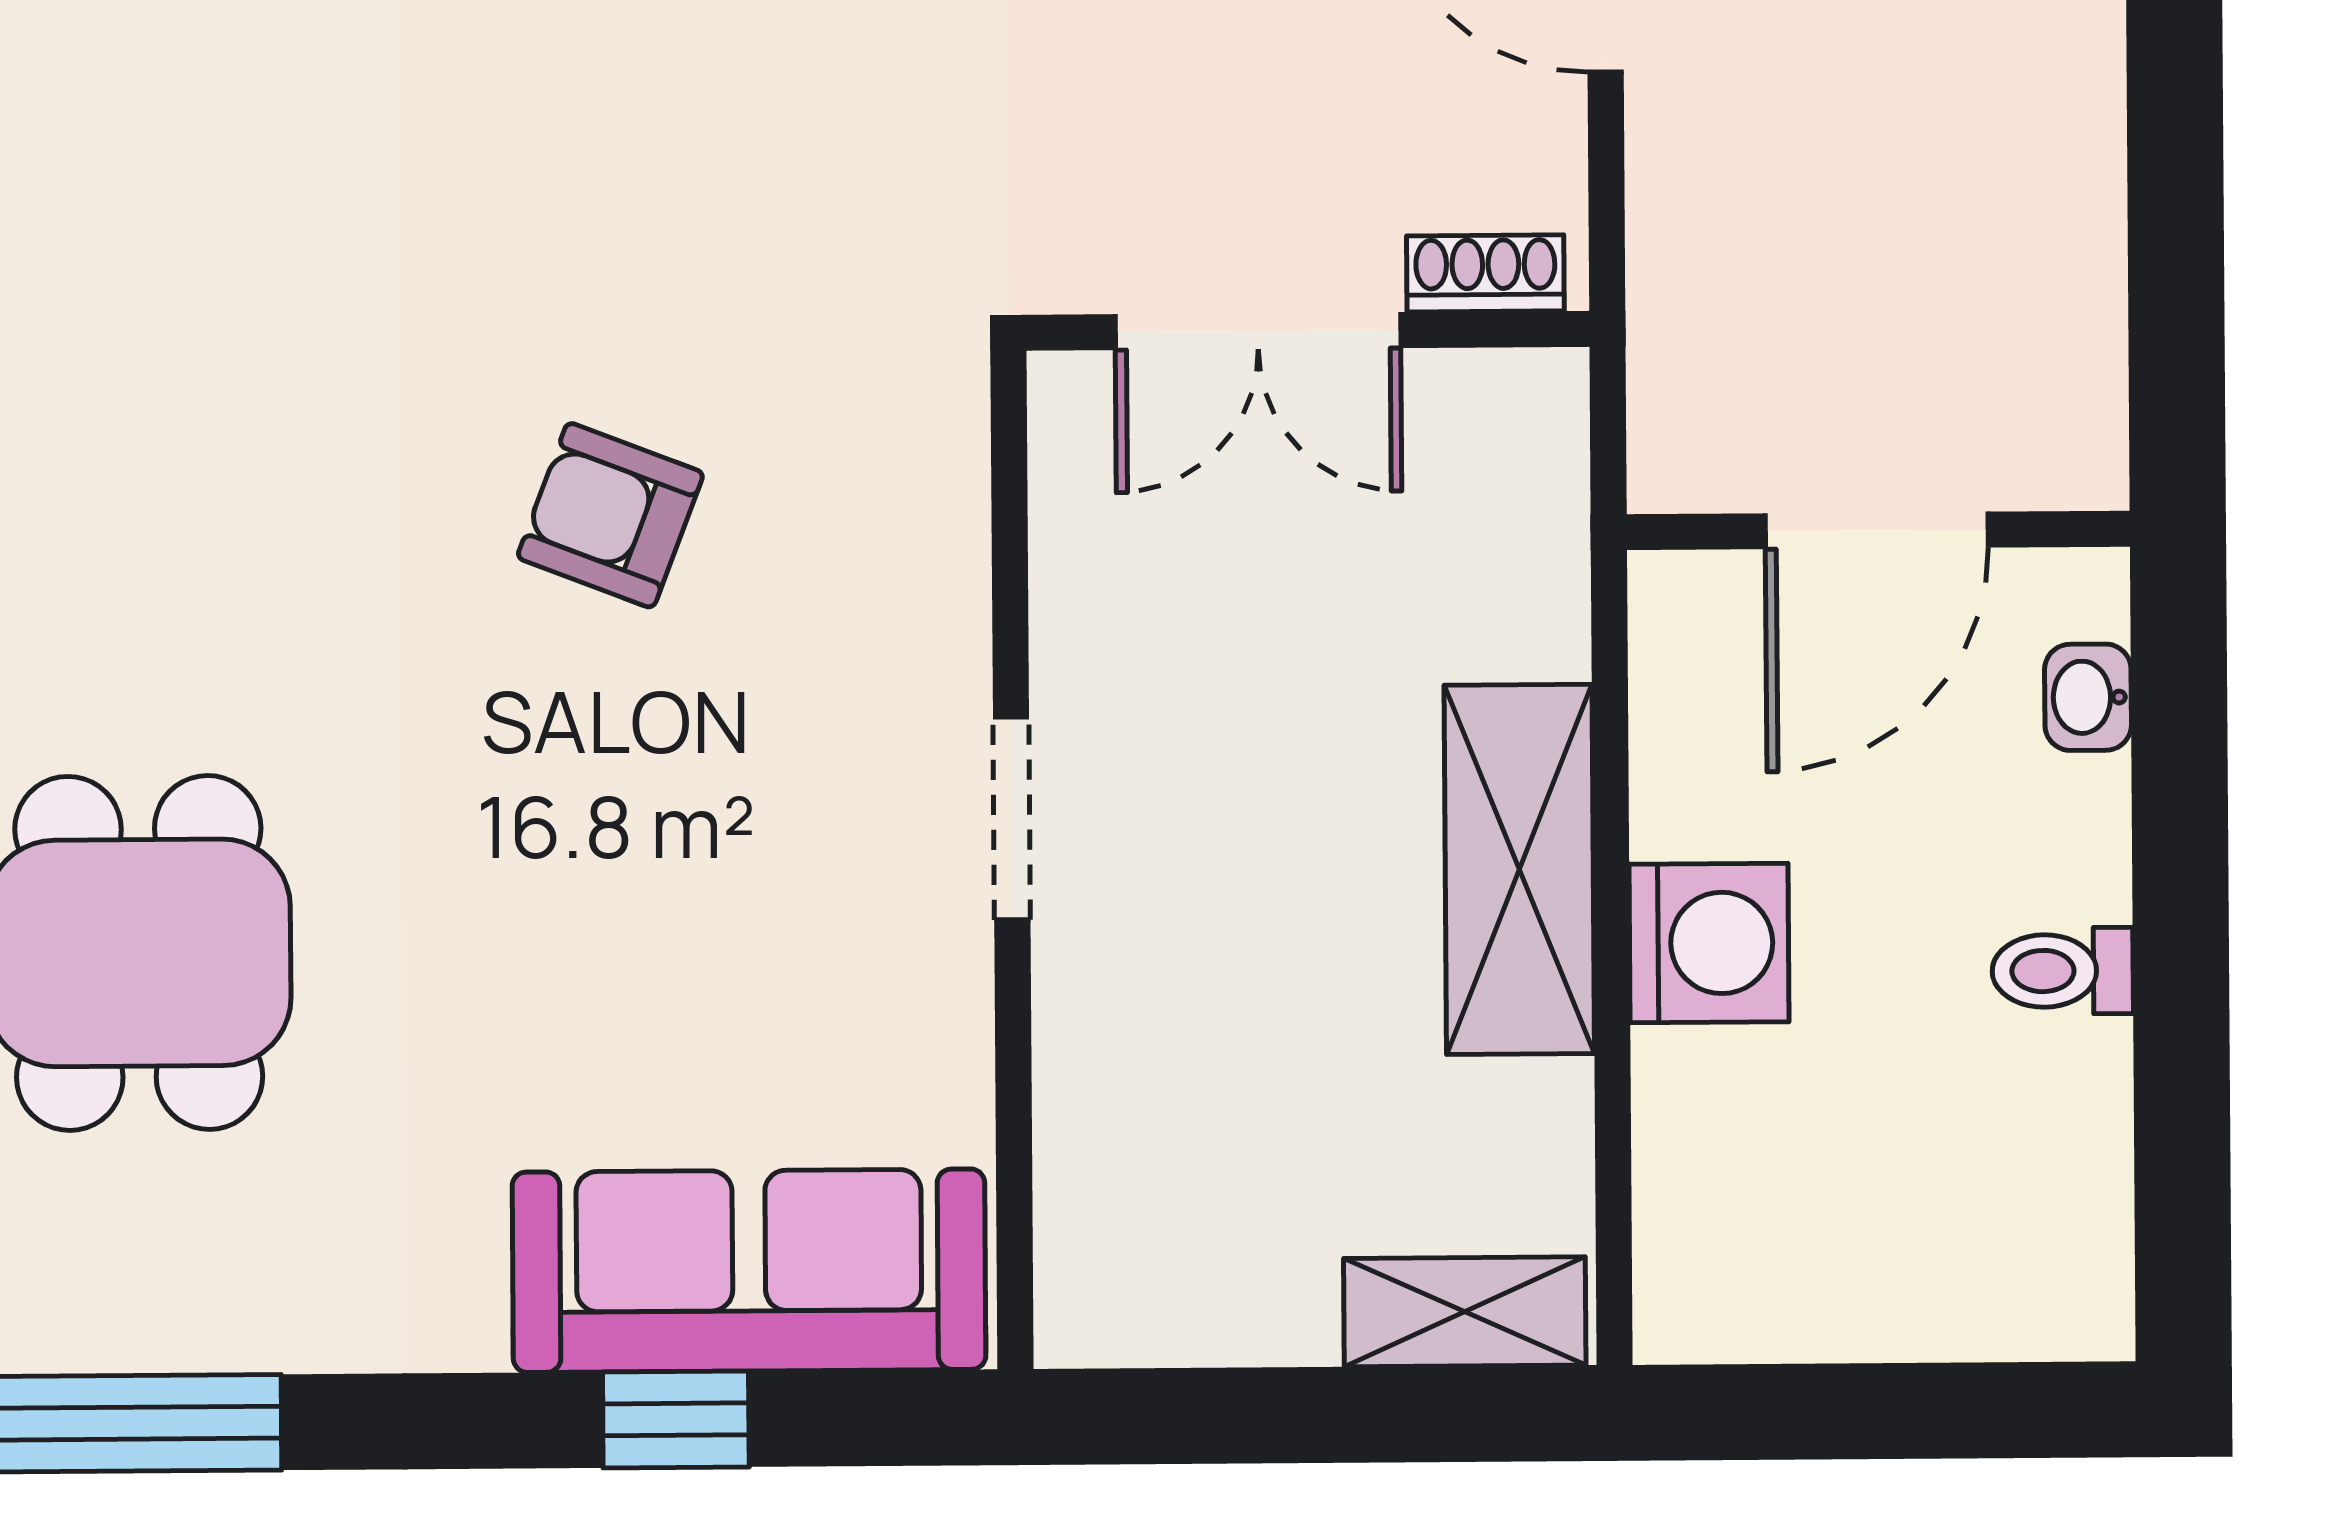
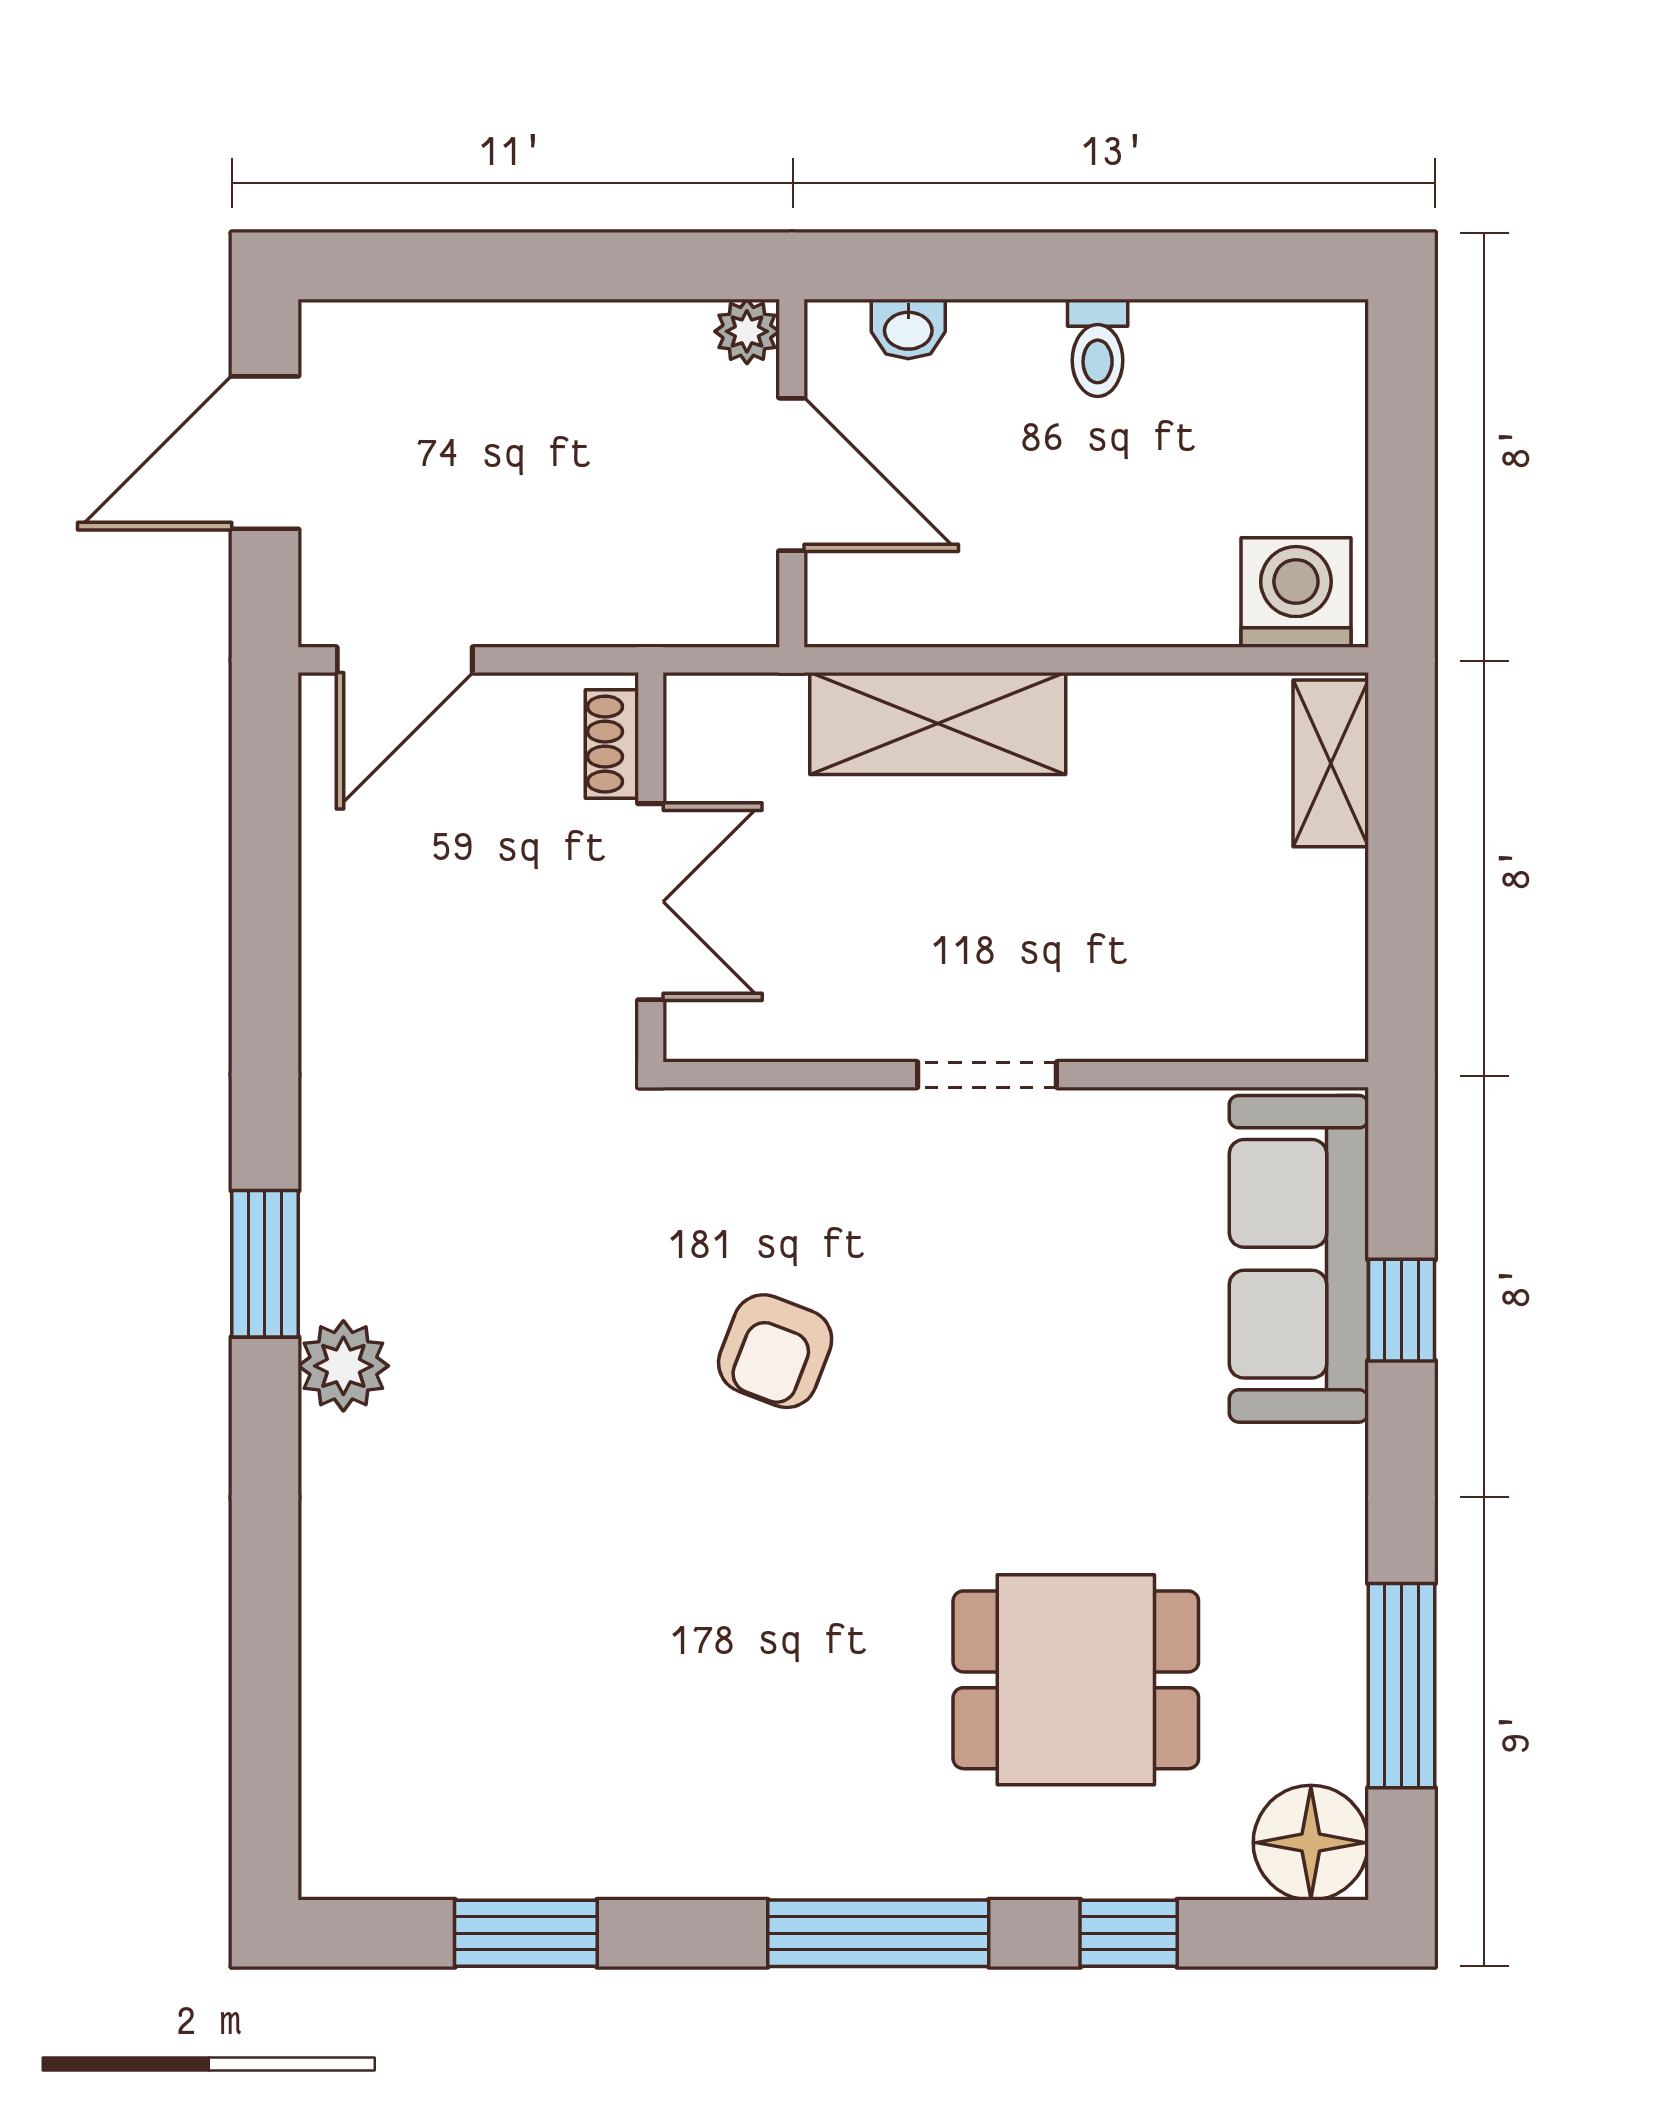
plant: (2083, 464) -> (747, 331), added
shelving: (1519, 869) -> (938, 724), moved
washing machine: (1709, 943) -> (1296, 593), moved

